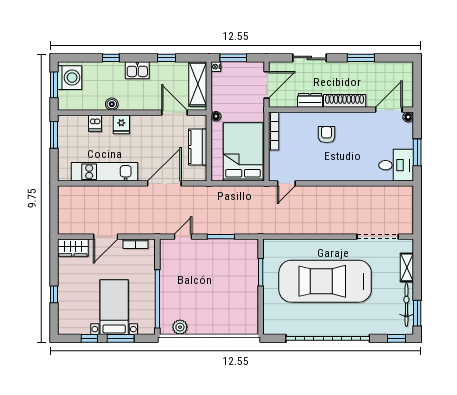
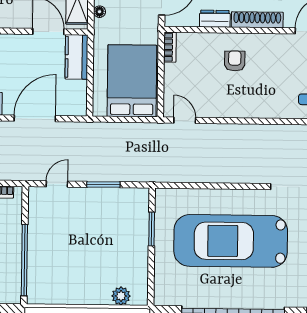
floor lamp: (216, 116) -> (100, 12), moved
bookcase: (274, 131) -> (170, 47), width x0.64
kitchen counter: (198, 147) -> (76, 57), moved
door: (286, 183) -> (185, 120), swing flipped
plant: (180, 327) -> (121, 296), moved

